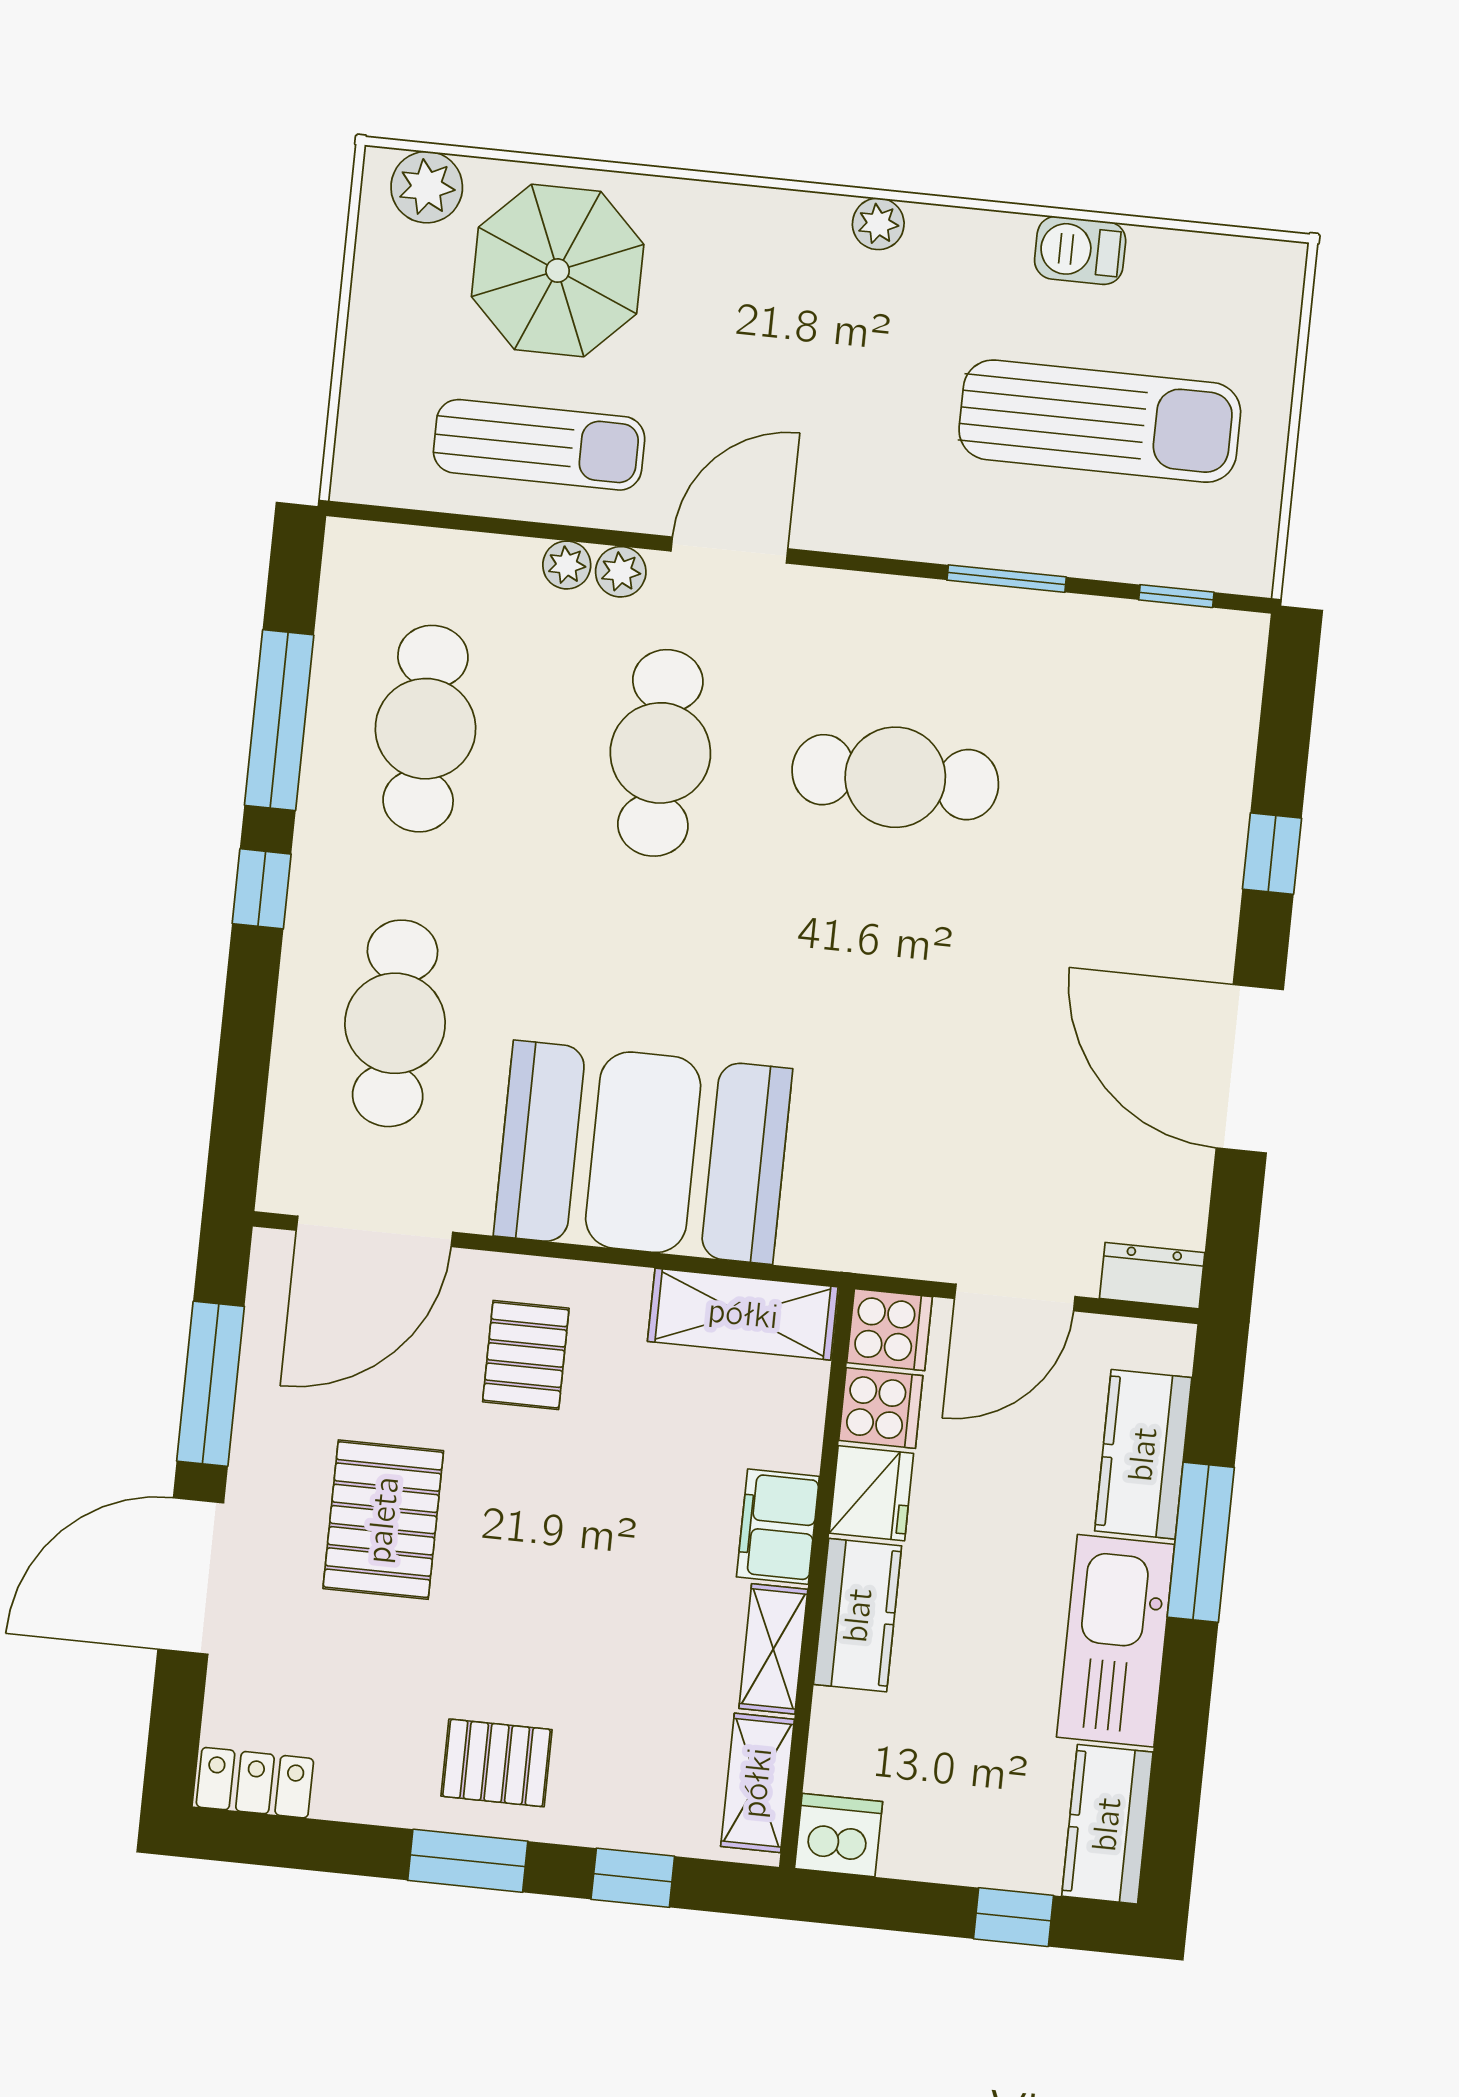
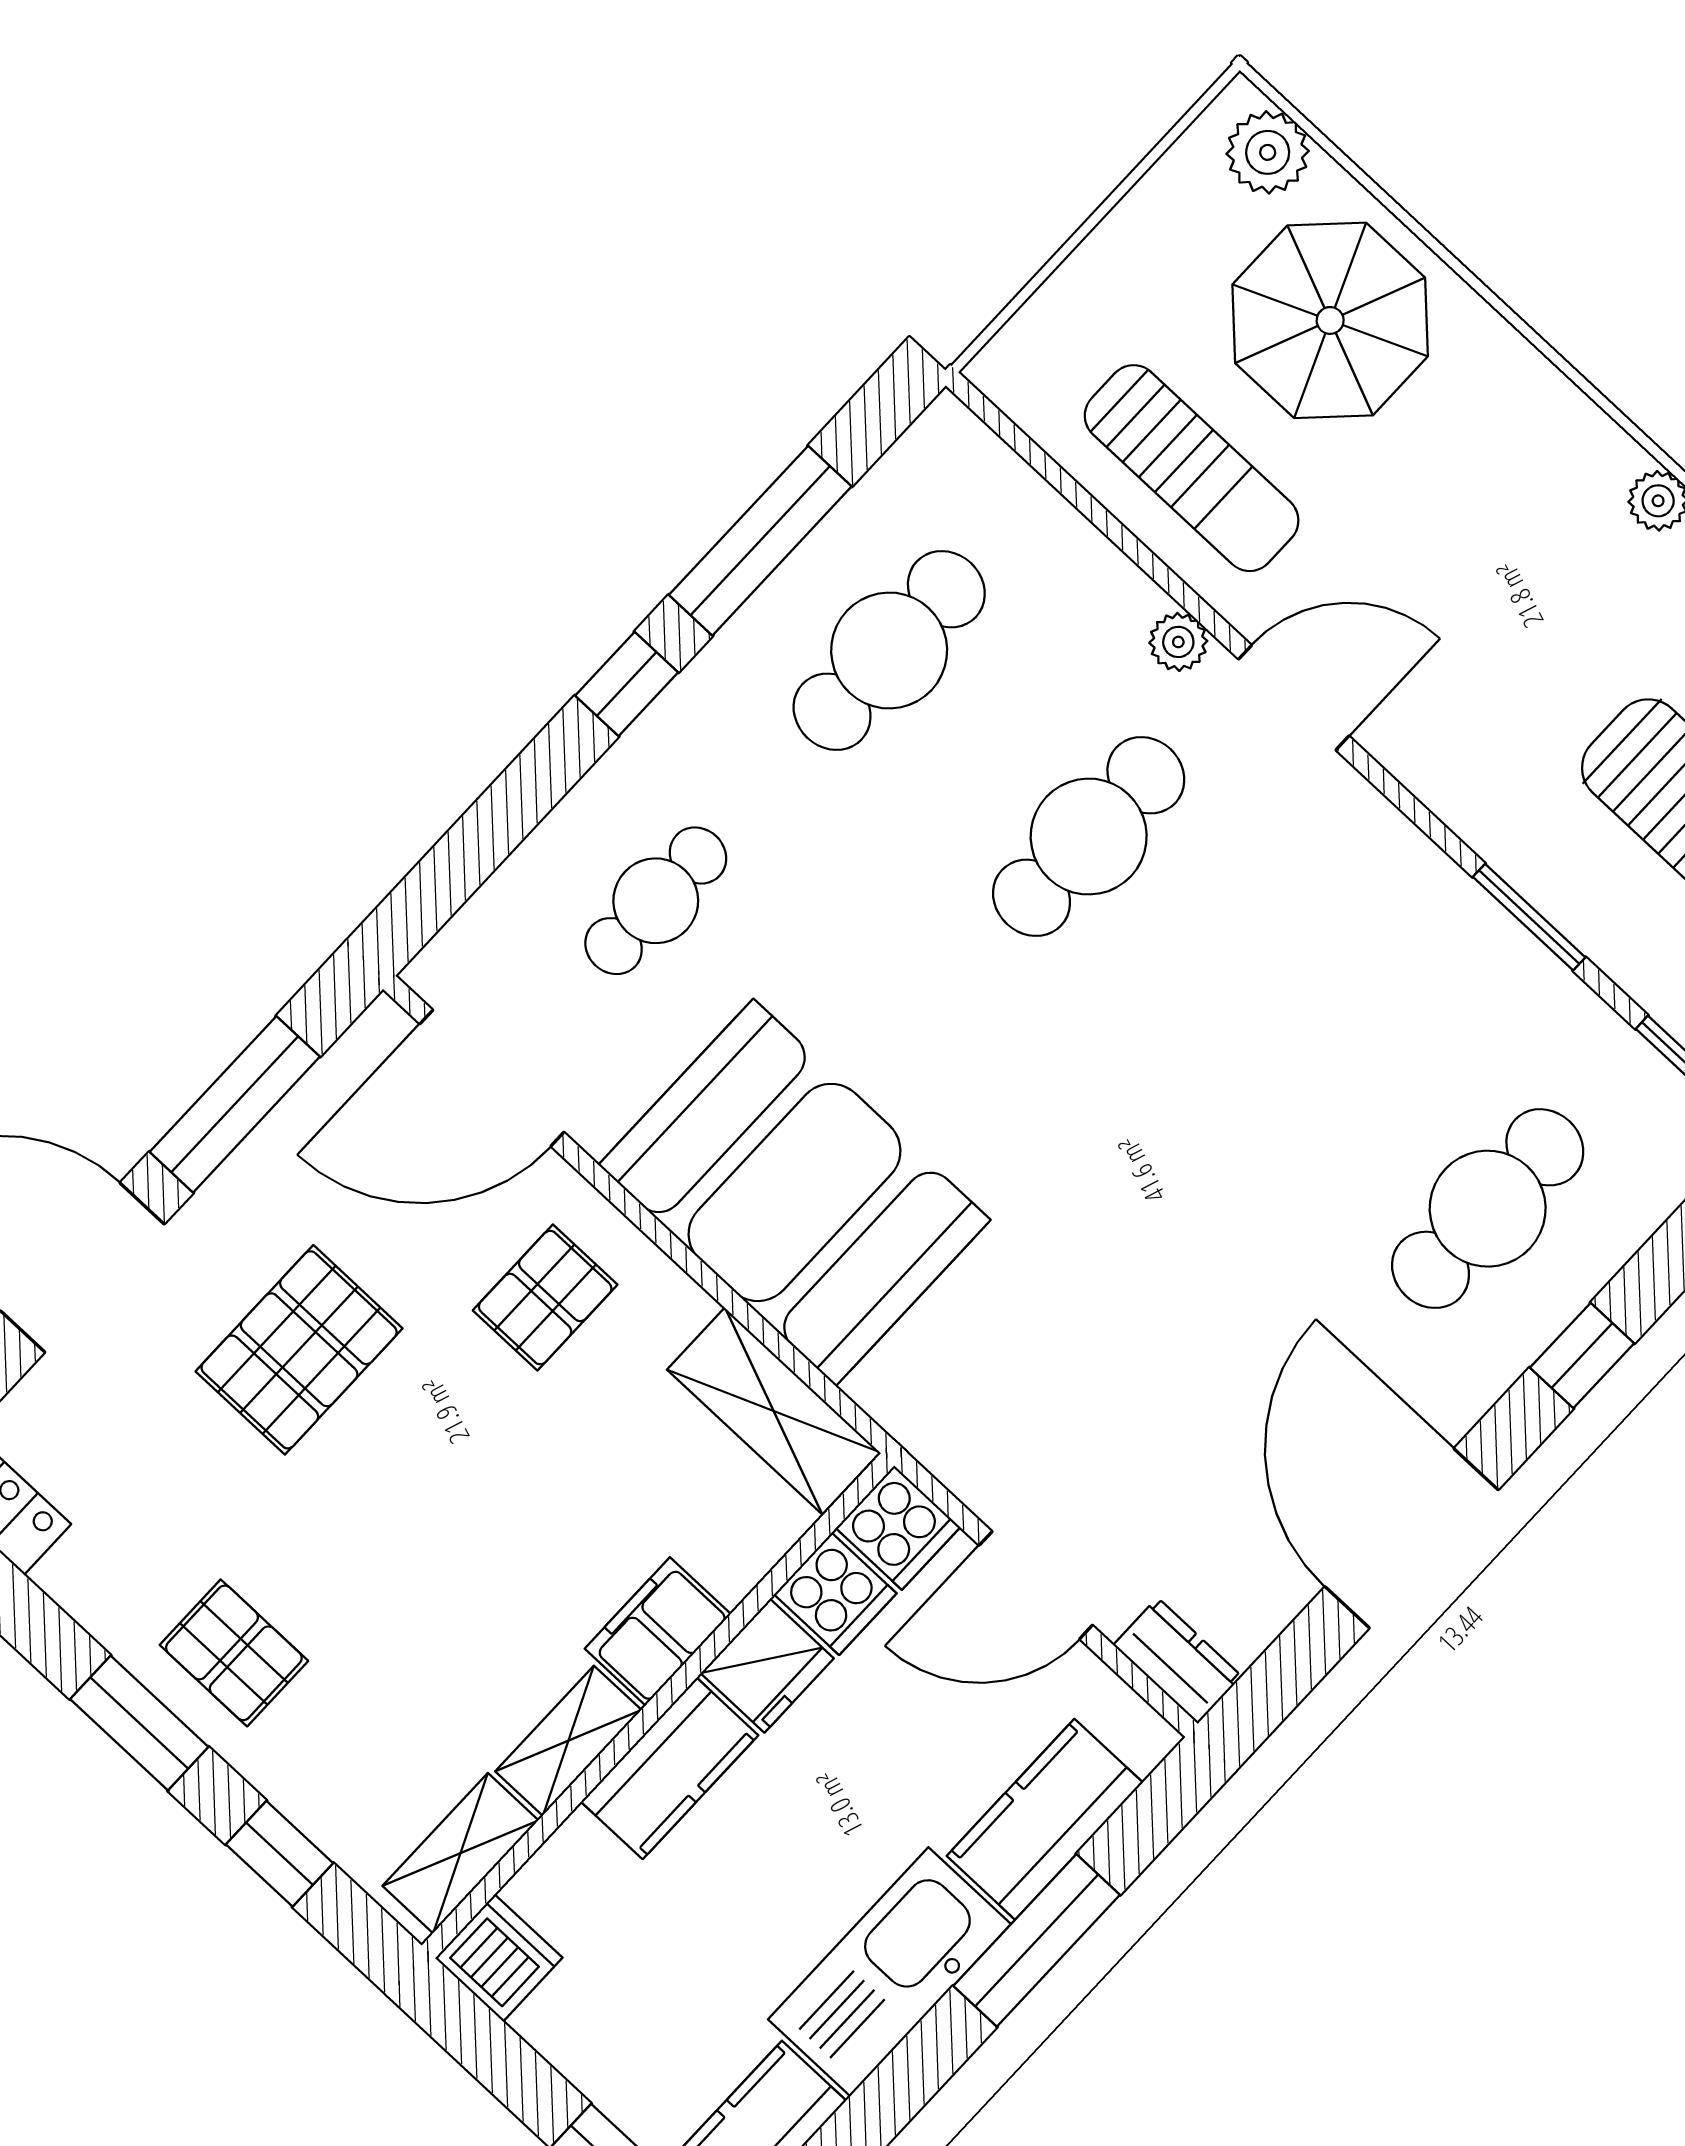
plant: (567, 565) -> (1133, 598), removed
cafe table: (895, 777) -> (1488, 1209), moved, turned 90
cafe table: (395, 1023) -> (656, 901), width x0.73, depth x0.74

